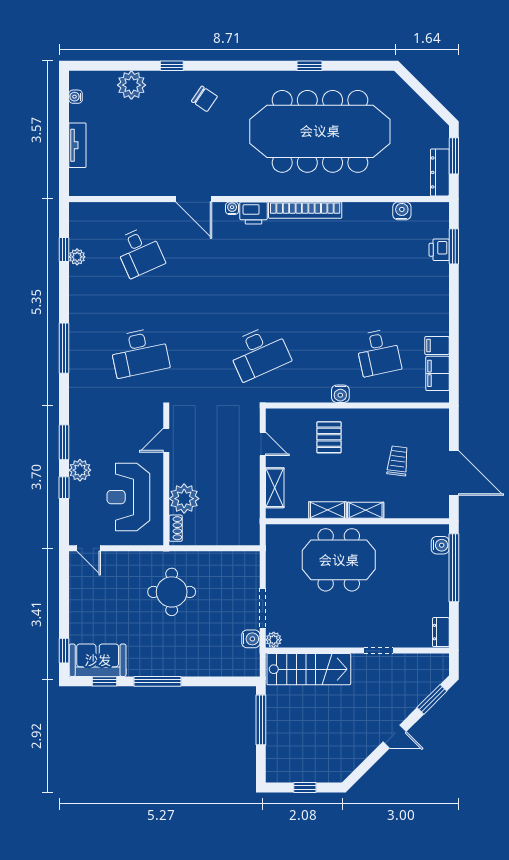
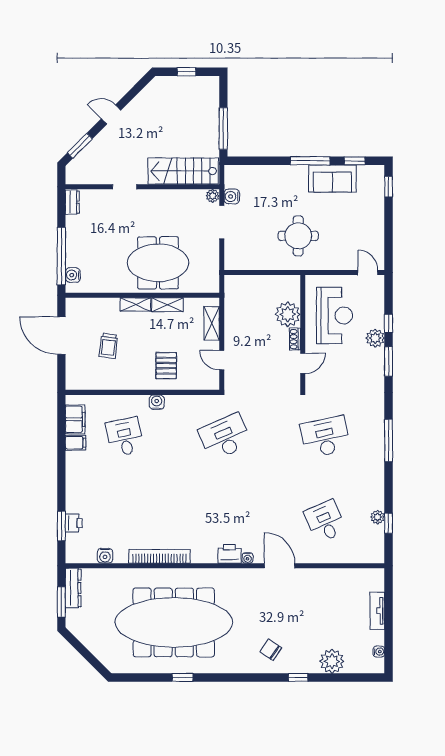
bookcase: (305, 210) -> (160, 556), moved
shoe rack: (176, 528) -> (295, 339), moved
sofa: (98, 660) -> (332, 179), moved

